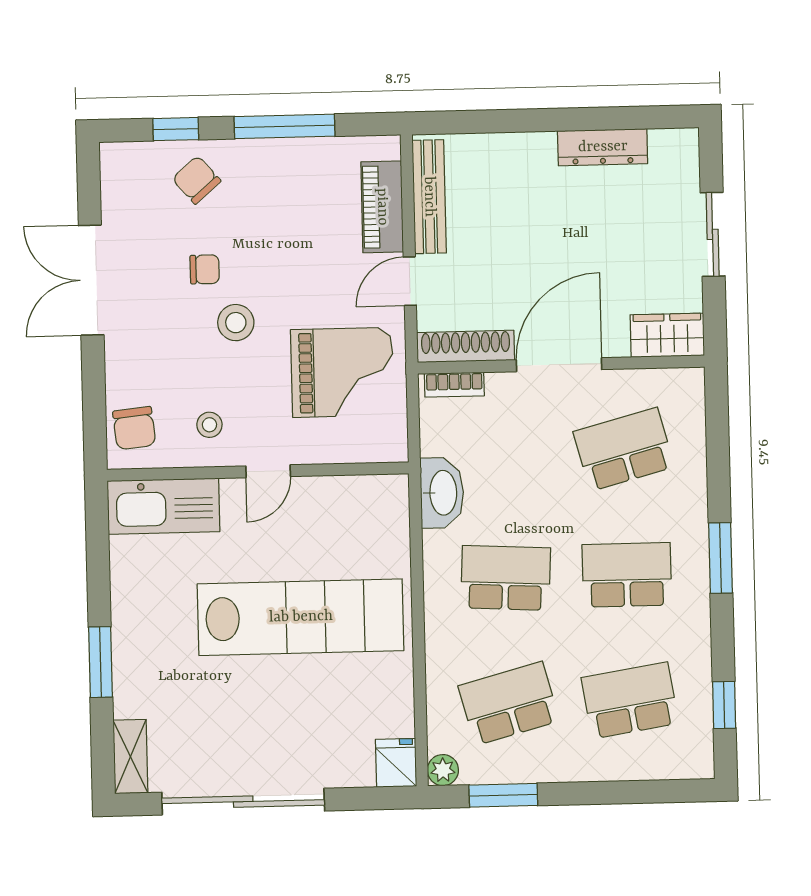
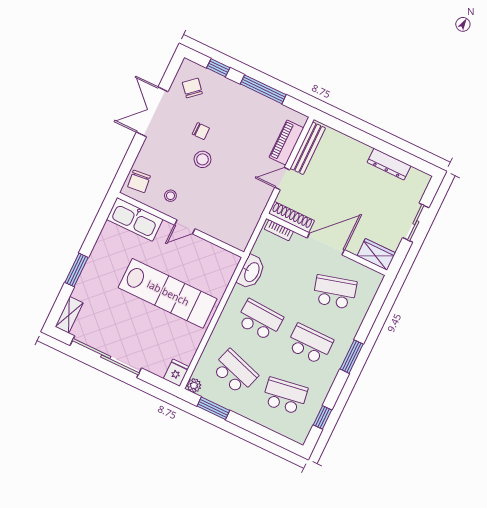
chair: (197, 180) -> (192, 88), moved
grand piano: (342, 372) -> (236, 202), removed
school desk: (509, 703) -> (235, 372), turned 33

